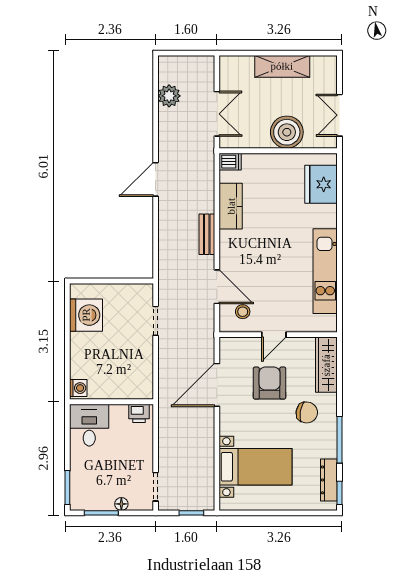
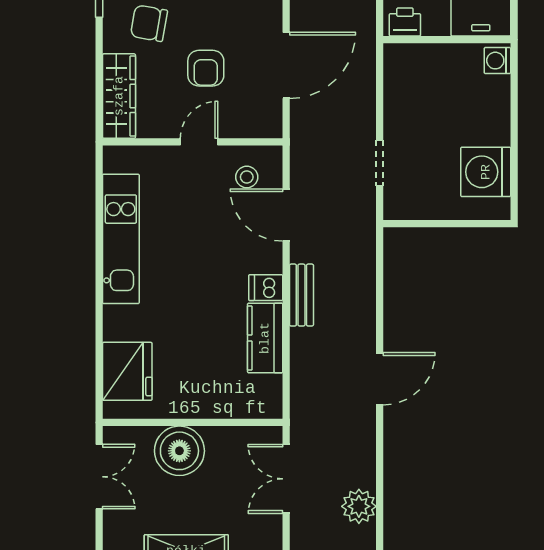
dishwasher: (230, 162) -> (266, 288), moved
armchair: (270, 383) -> (206, 68), width x0.72, depth x0.72

